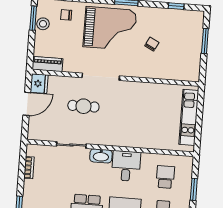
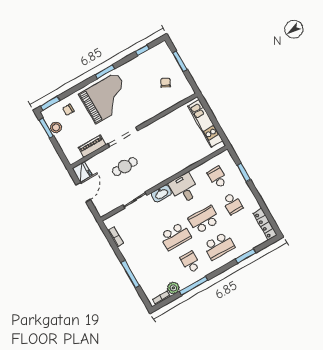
chair: (152, 44) -> (166, 83), moved
piano: (47, 64) -> (92, 146), moved

